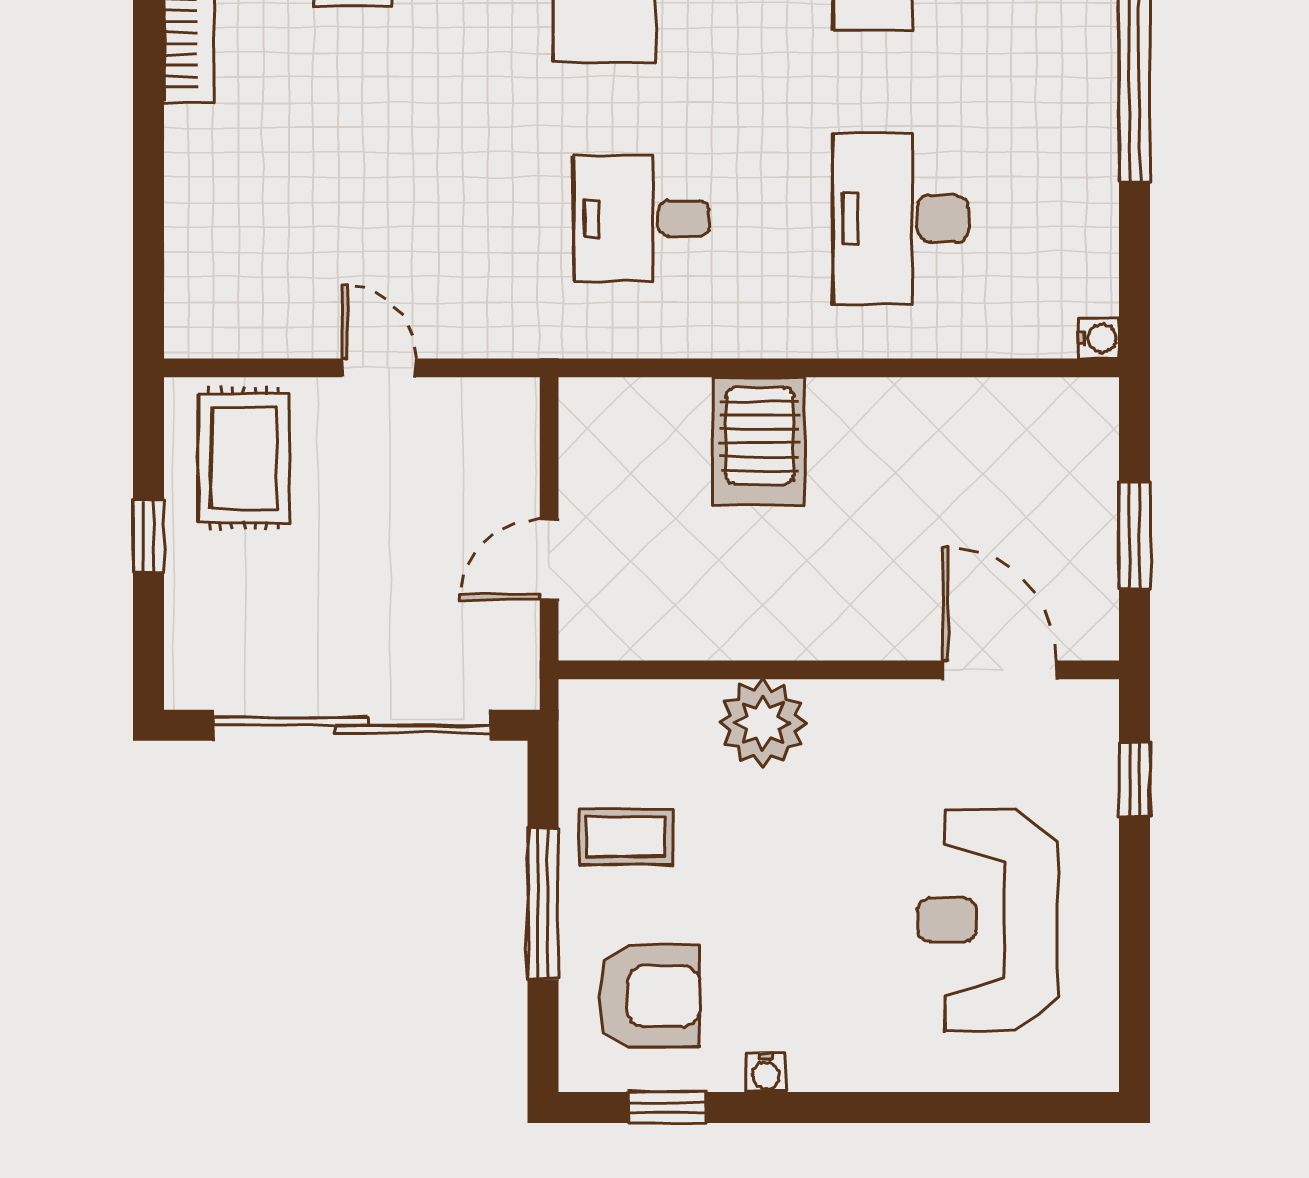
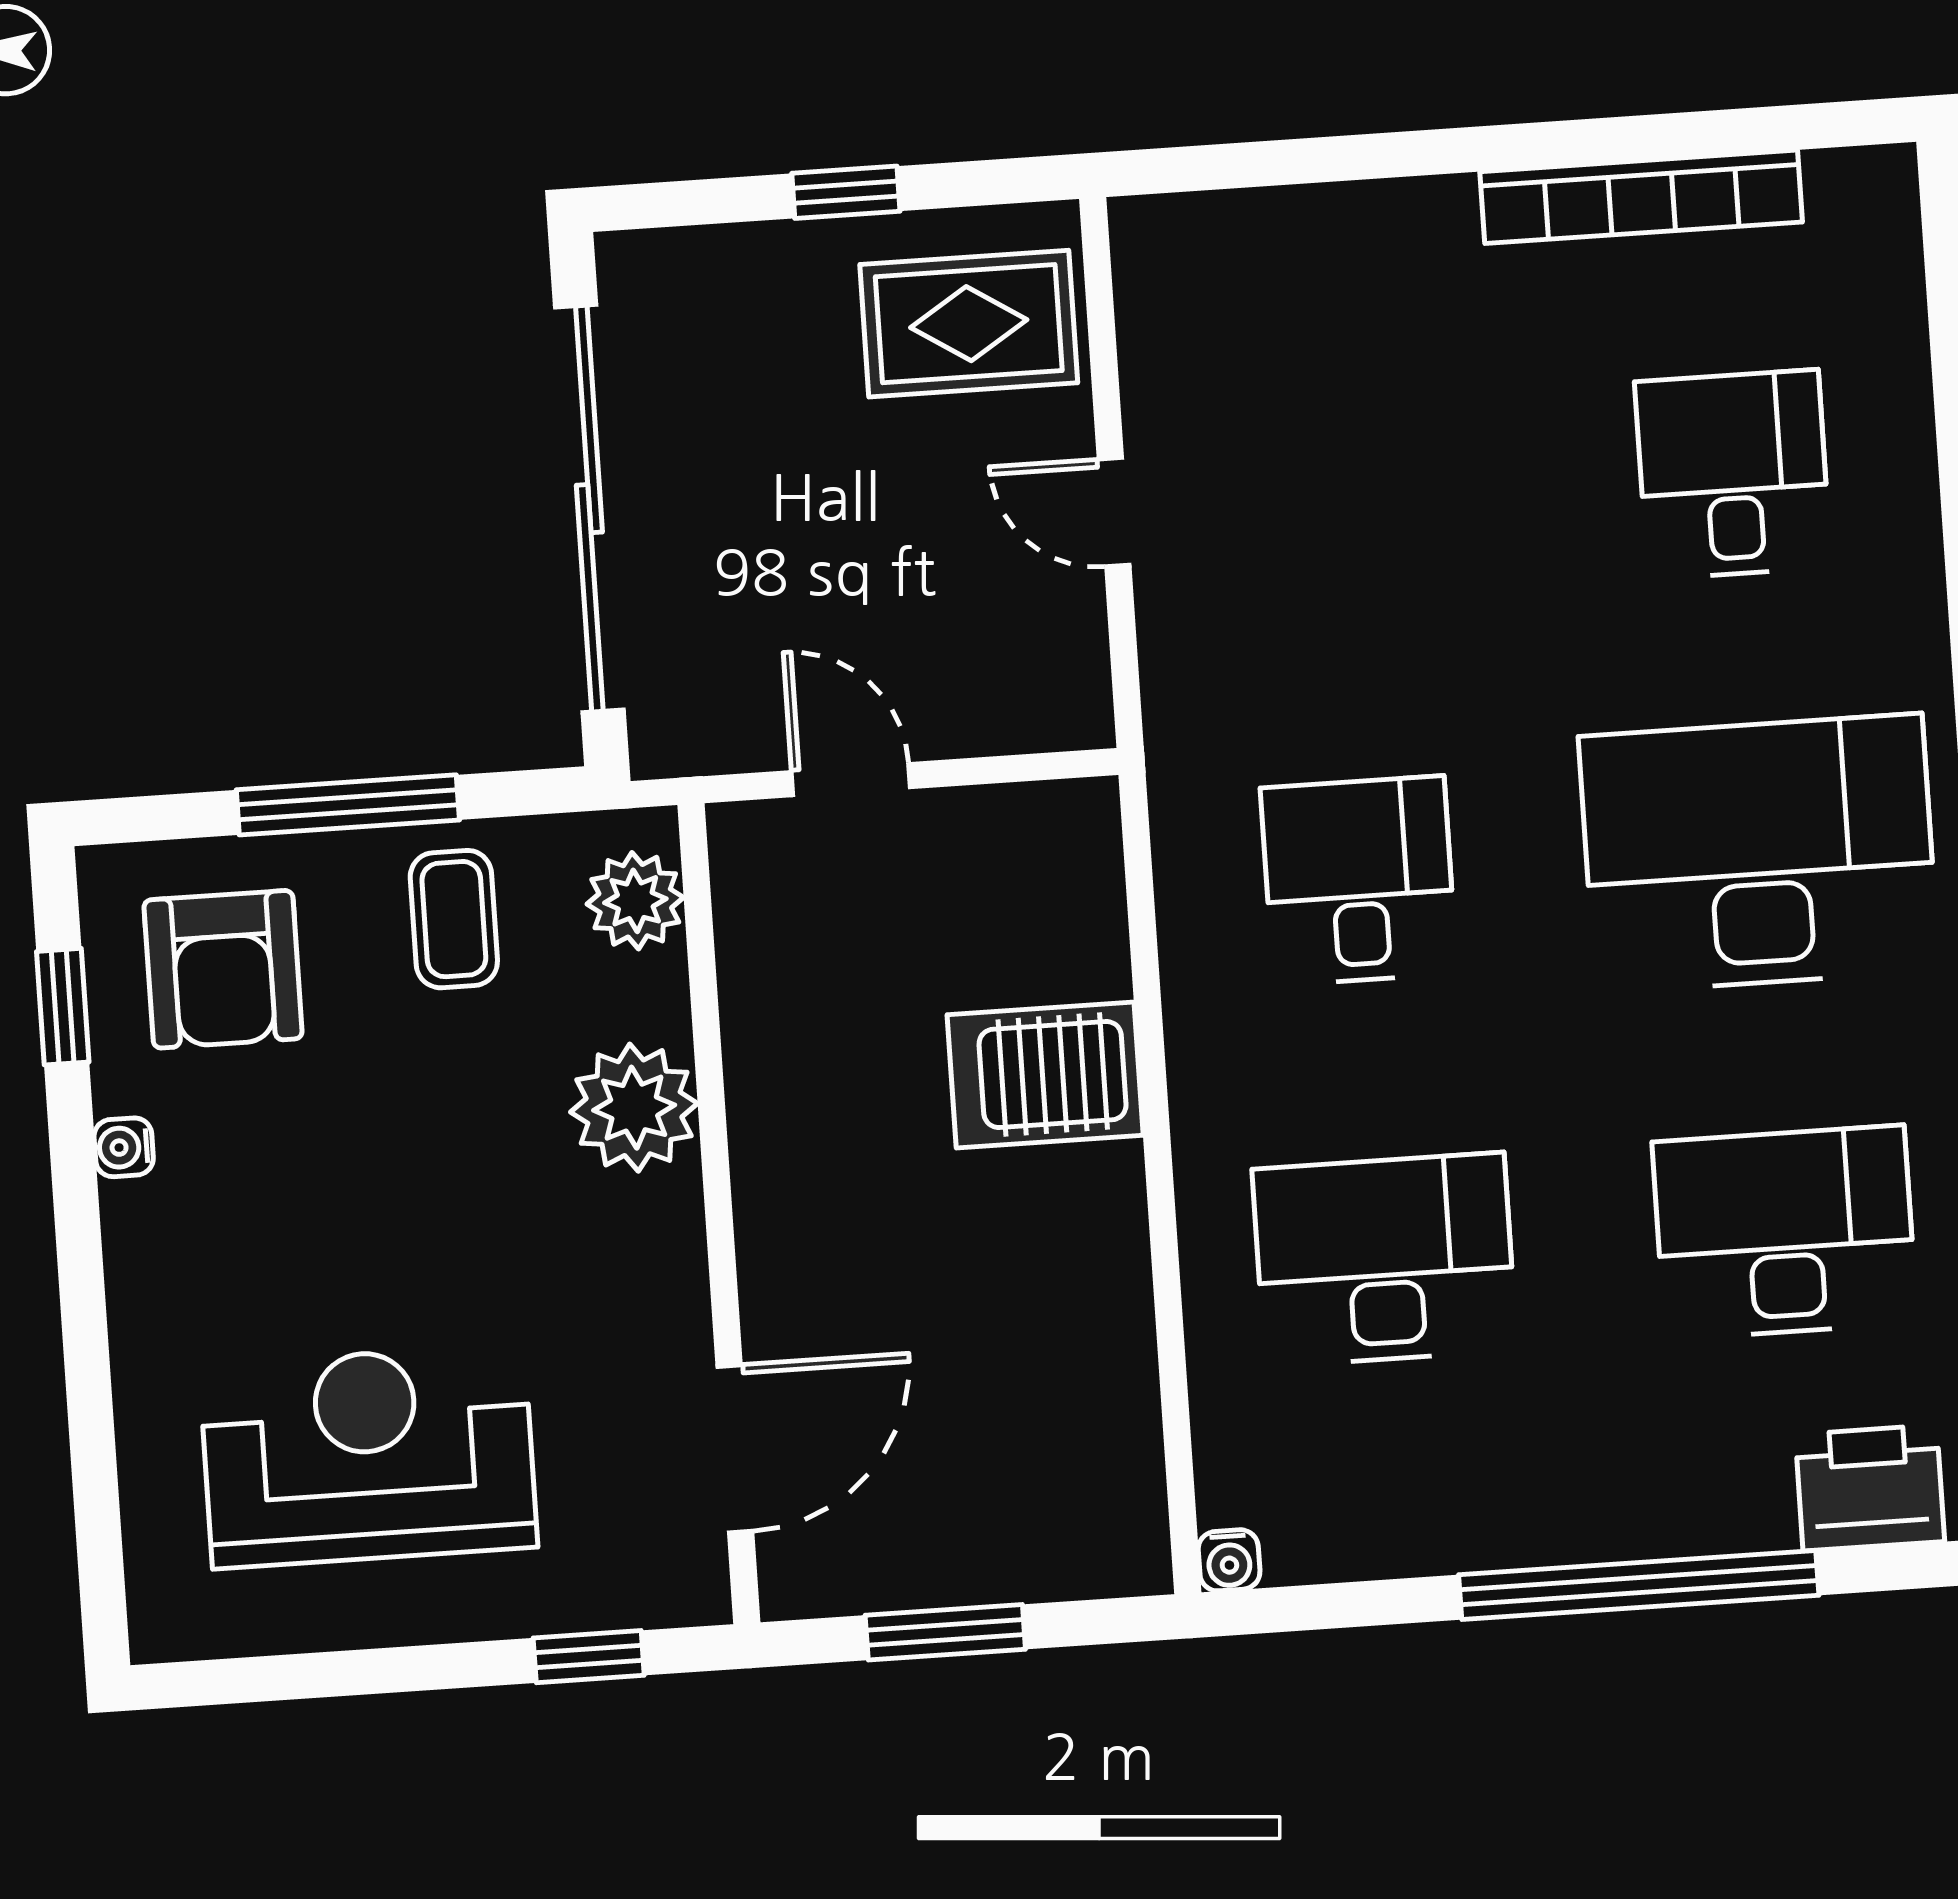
door: (379, 368) -> (1114, 512), swing flipped
plant: (622, 712) -> (635, 901), added

